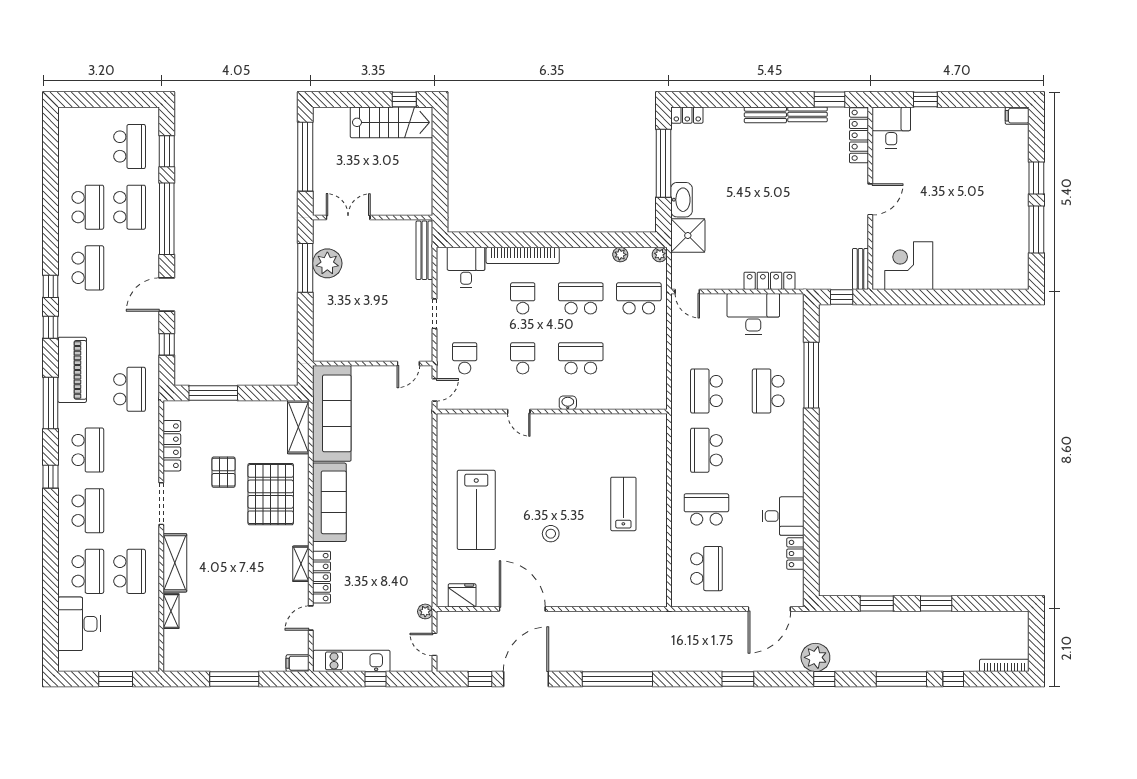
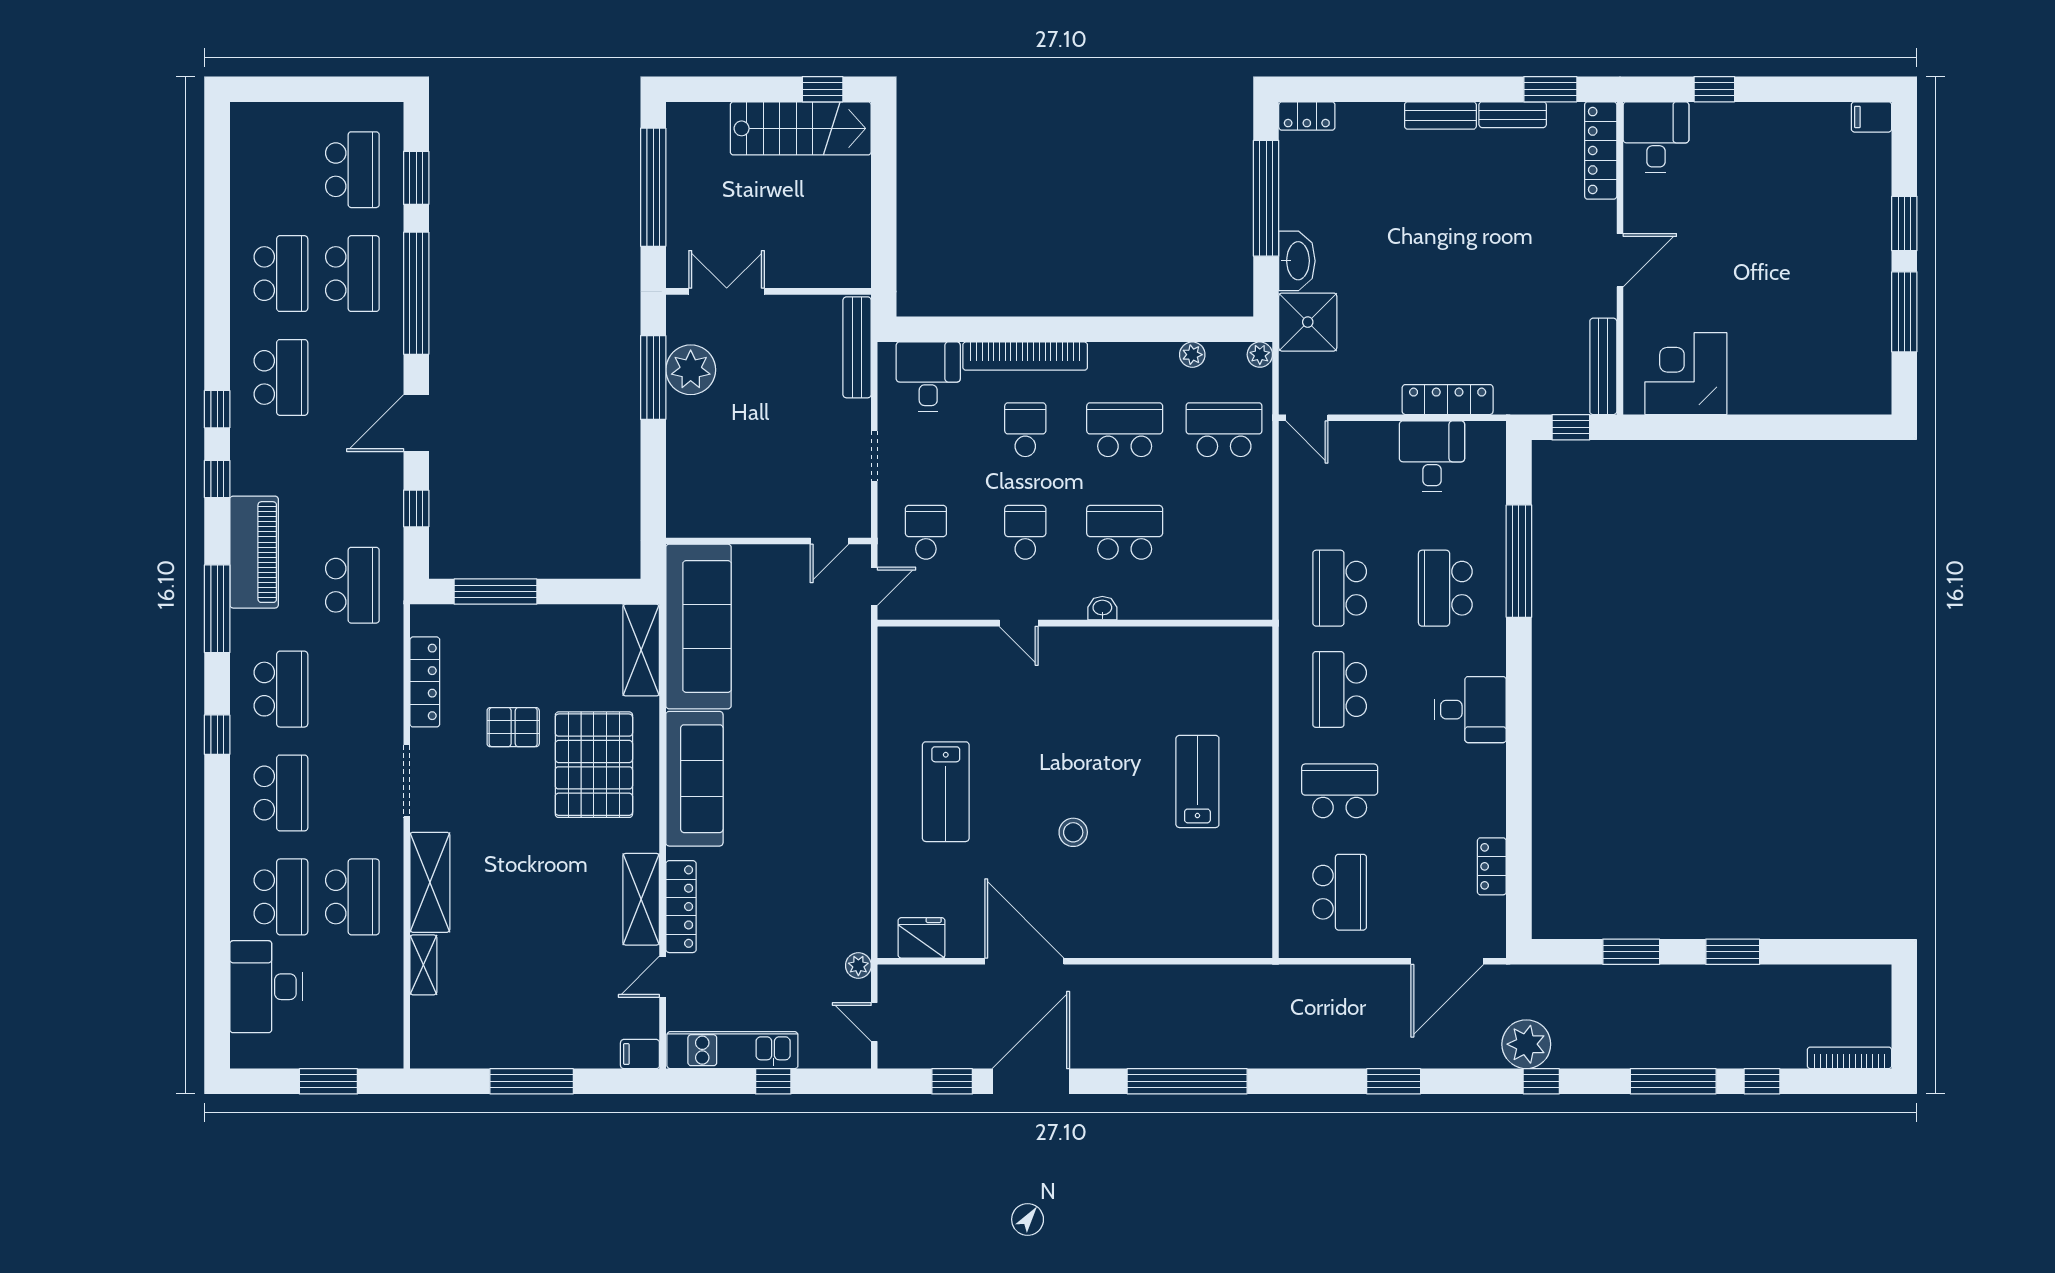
bench: (860, 269) -> (1603, 366), width x1.36
desk: (753, 314) -> (1432, 456), width x0.73
pallet: (224, 472) -> (513, 727), turned 90
lab bench: (476, 510) -> (946, 792), width x0.73, depth x0.72
desk: (783, 516) -> (1471, 710), moved
shelving: (301, 564) -> (641, 899), width x1.50, depth x1.33

